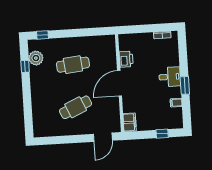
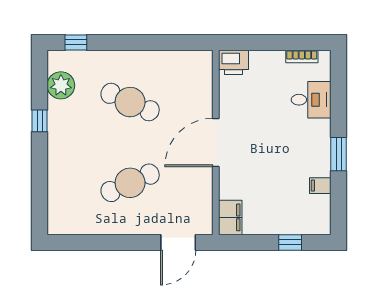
printer: (126, 59) -> (233, 62), moved, turned 90
cafe table: (73, 65) -> (130, 102), turned 30
window: (25, 66) -> (40, 121), moved
desk: (170, 77) -> (311, 100), moved

